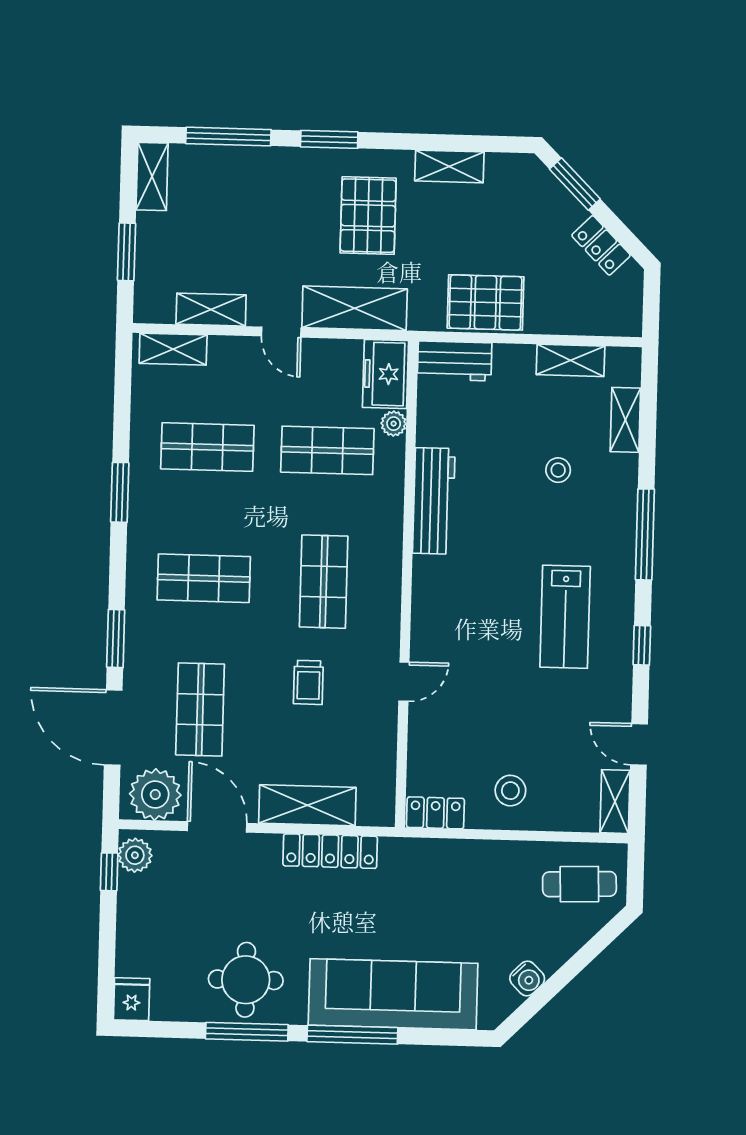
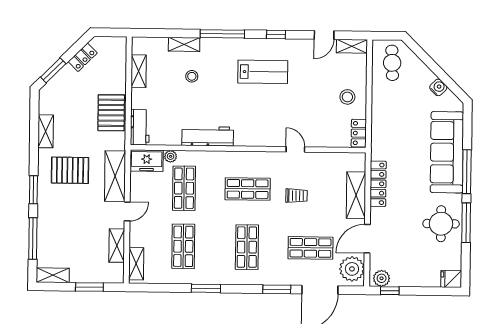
shelving: (625, 420) -> (184, 44), moved

